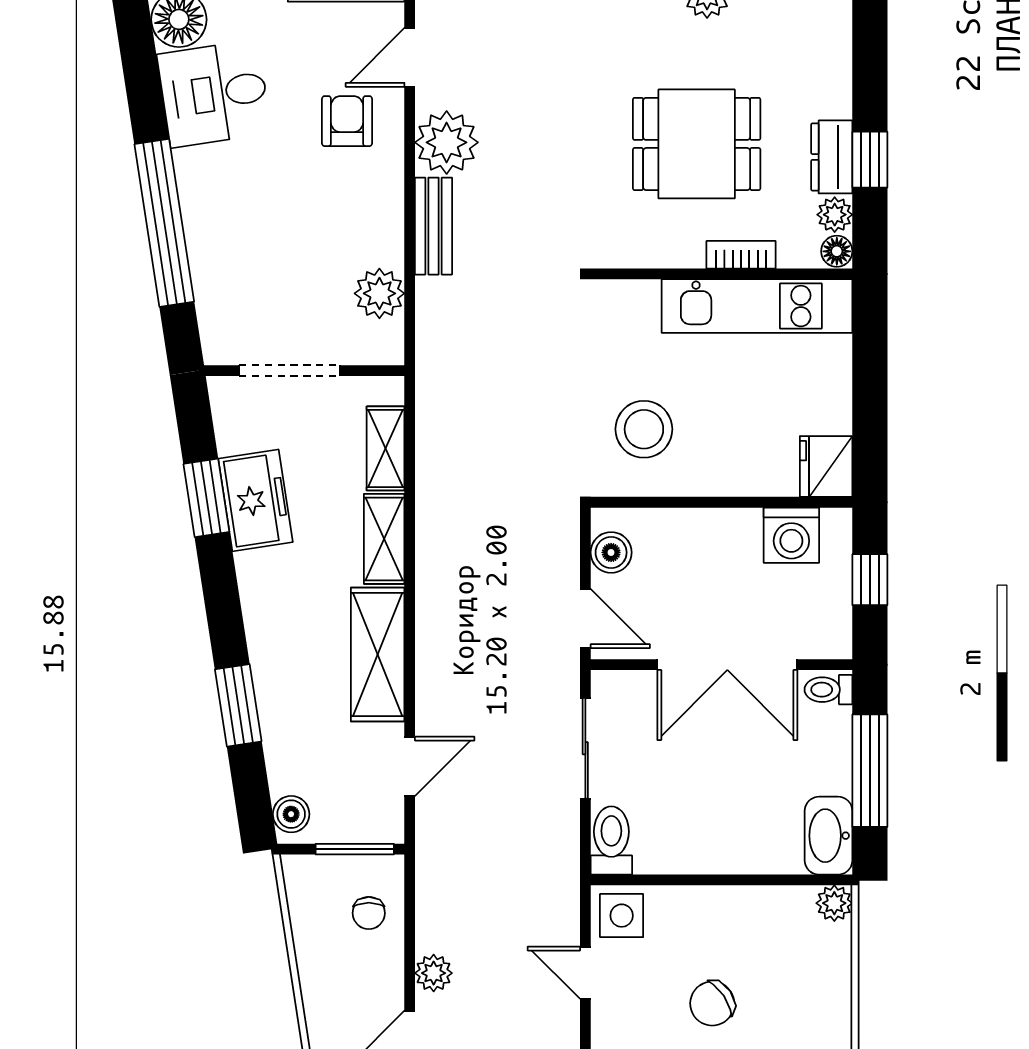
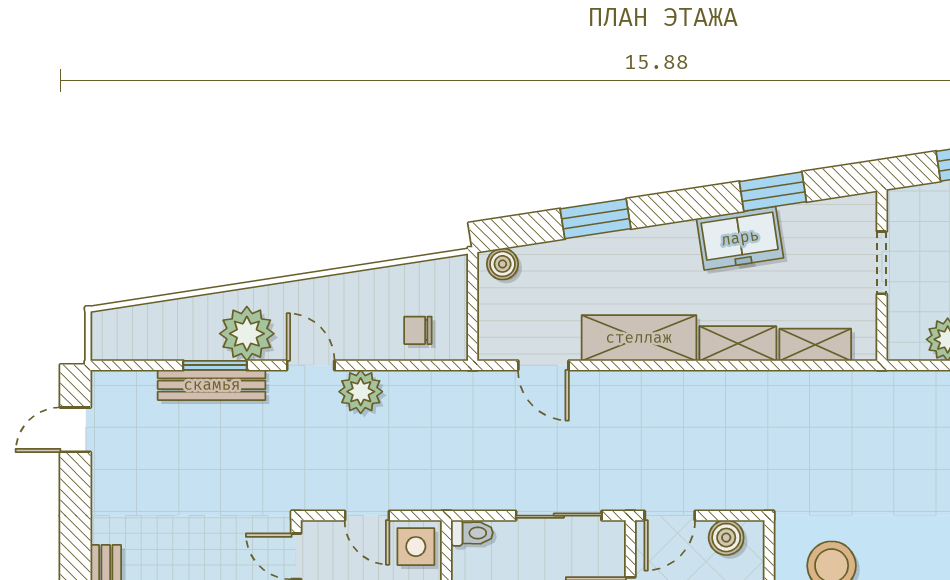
doorway: (290, 371) -> (882, 263), width x0.73
freezer: (255, 500) -> (740, 238), moved
toilet: (611, 840) -> (472, 533), width x0.73, depth x0.72
window: (355, 849) -> (473, 318), removed
plant: (434, 973) -> (361, 392), width x1.38, depth x1.38
door: (585, 973) -> (367, 516), swing flipped

